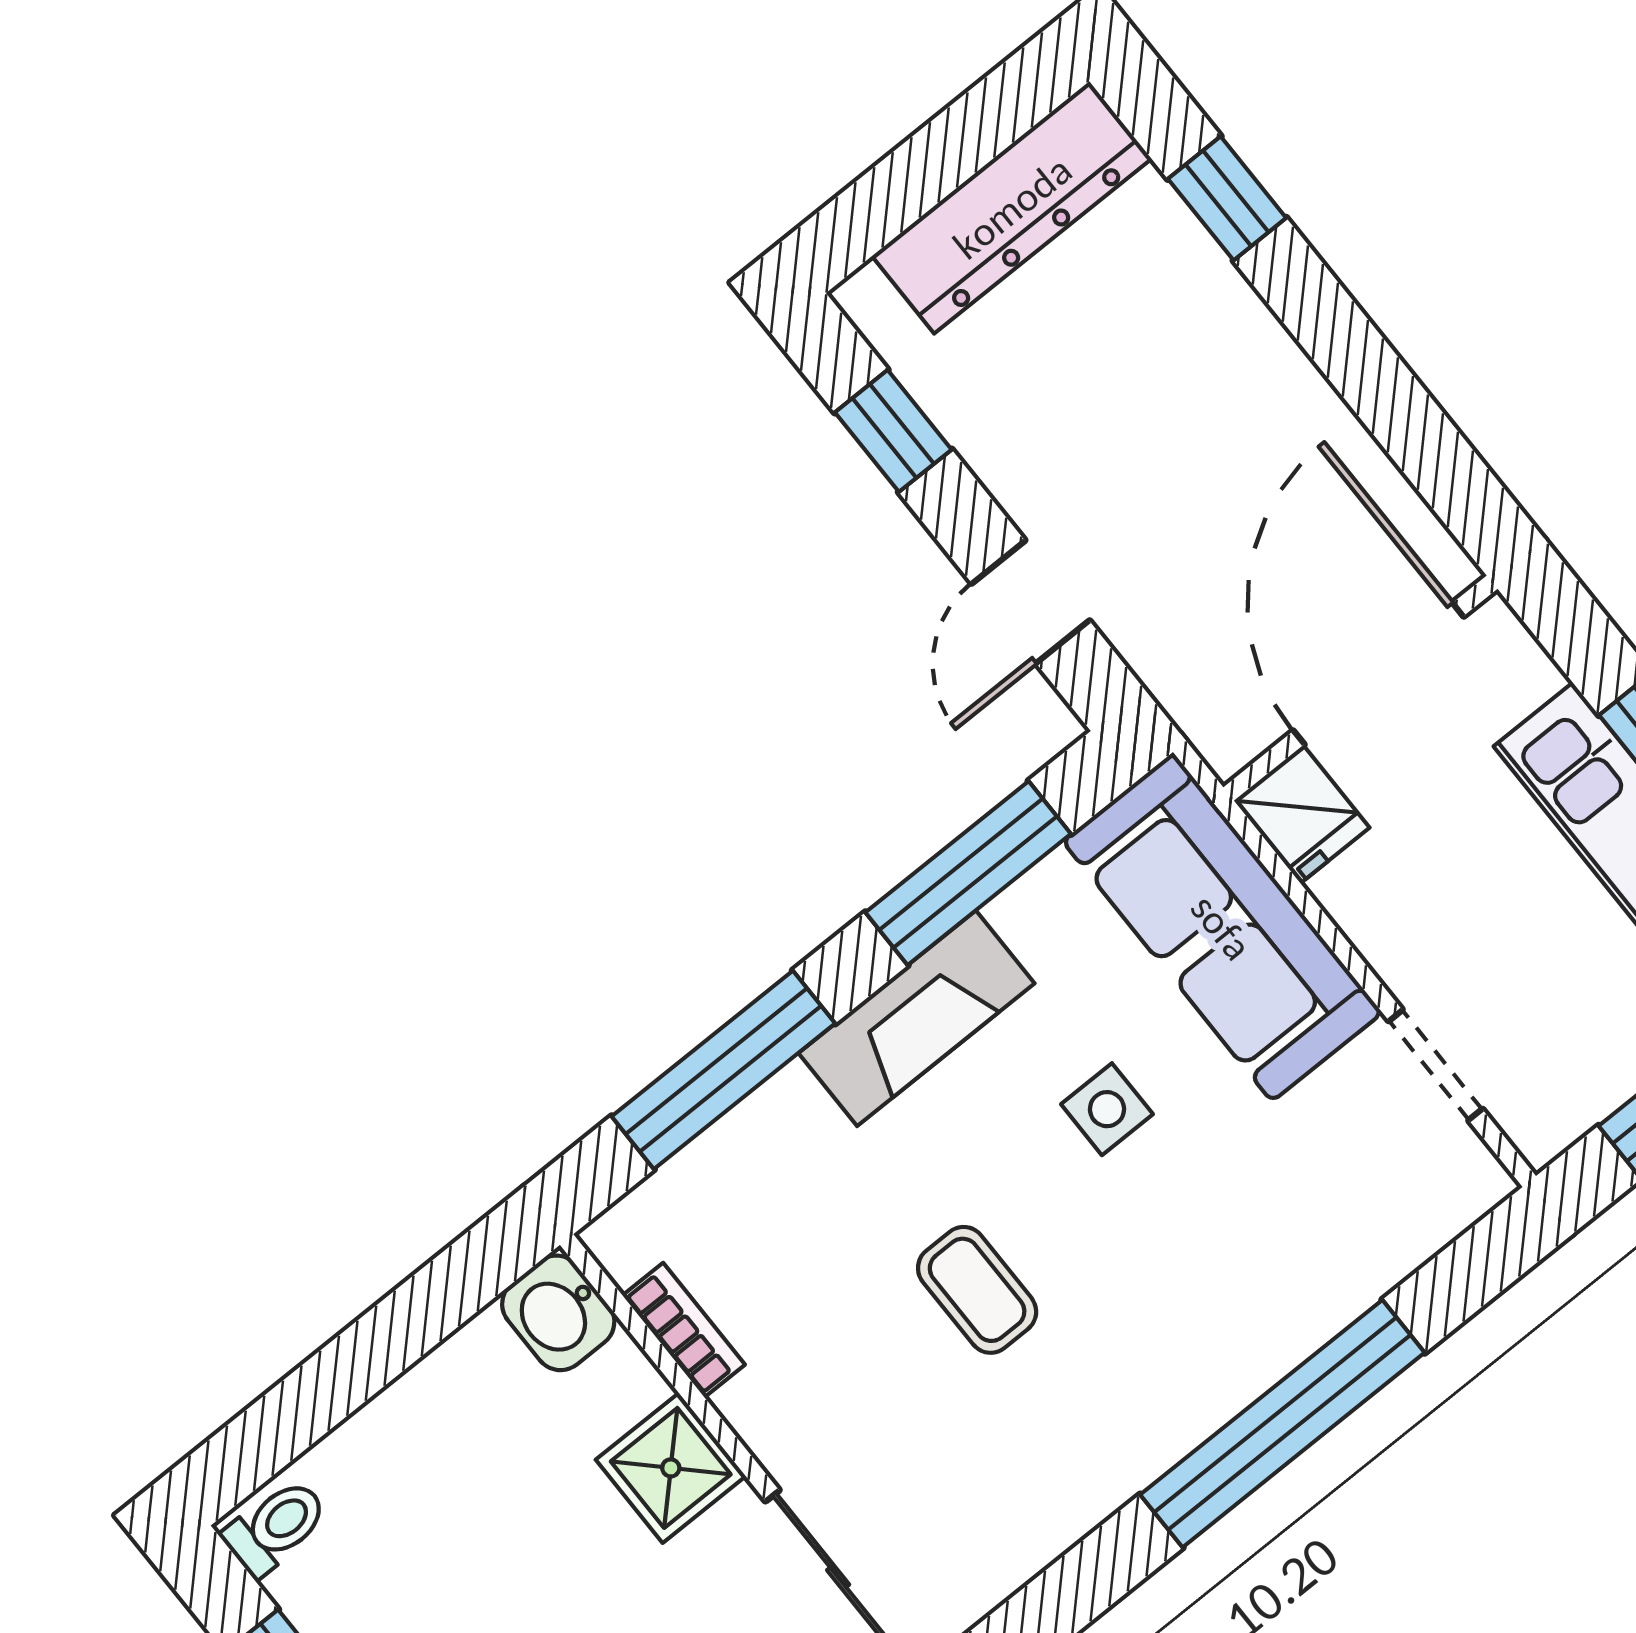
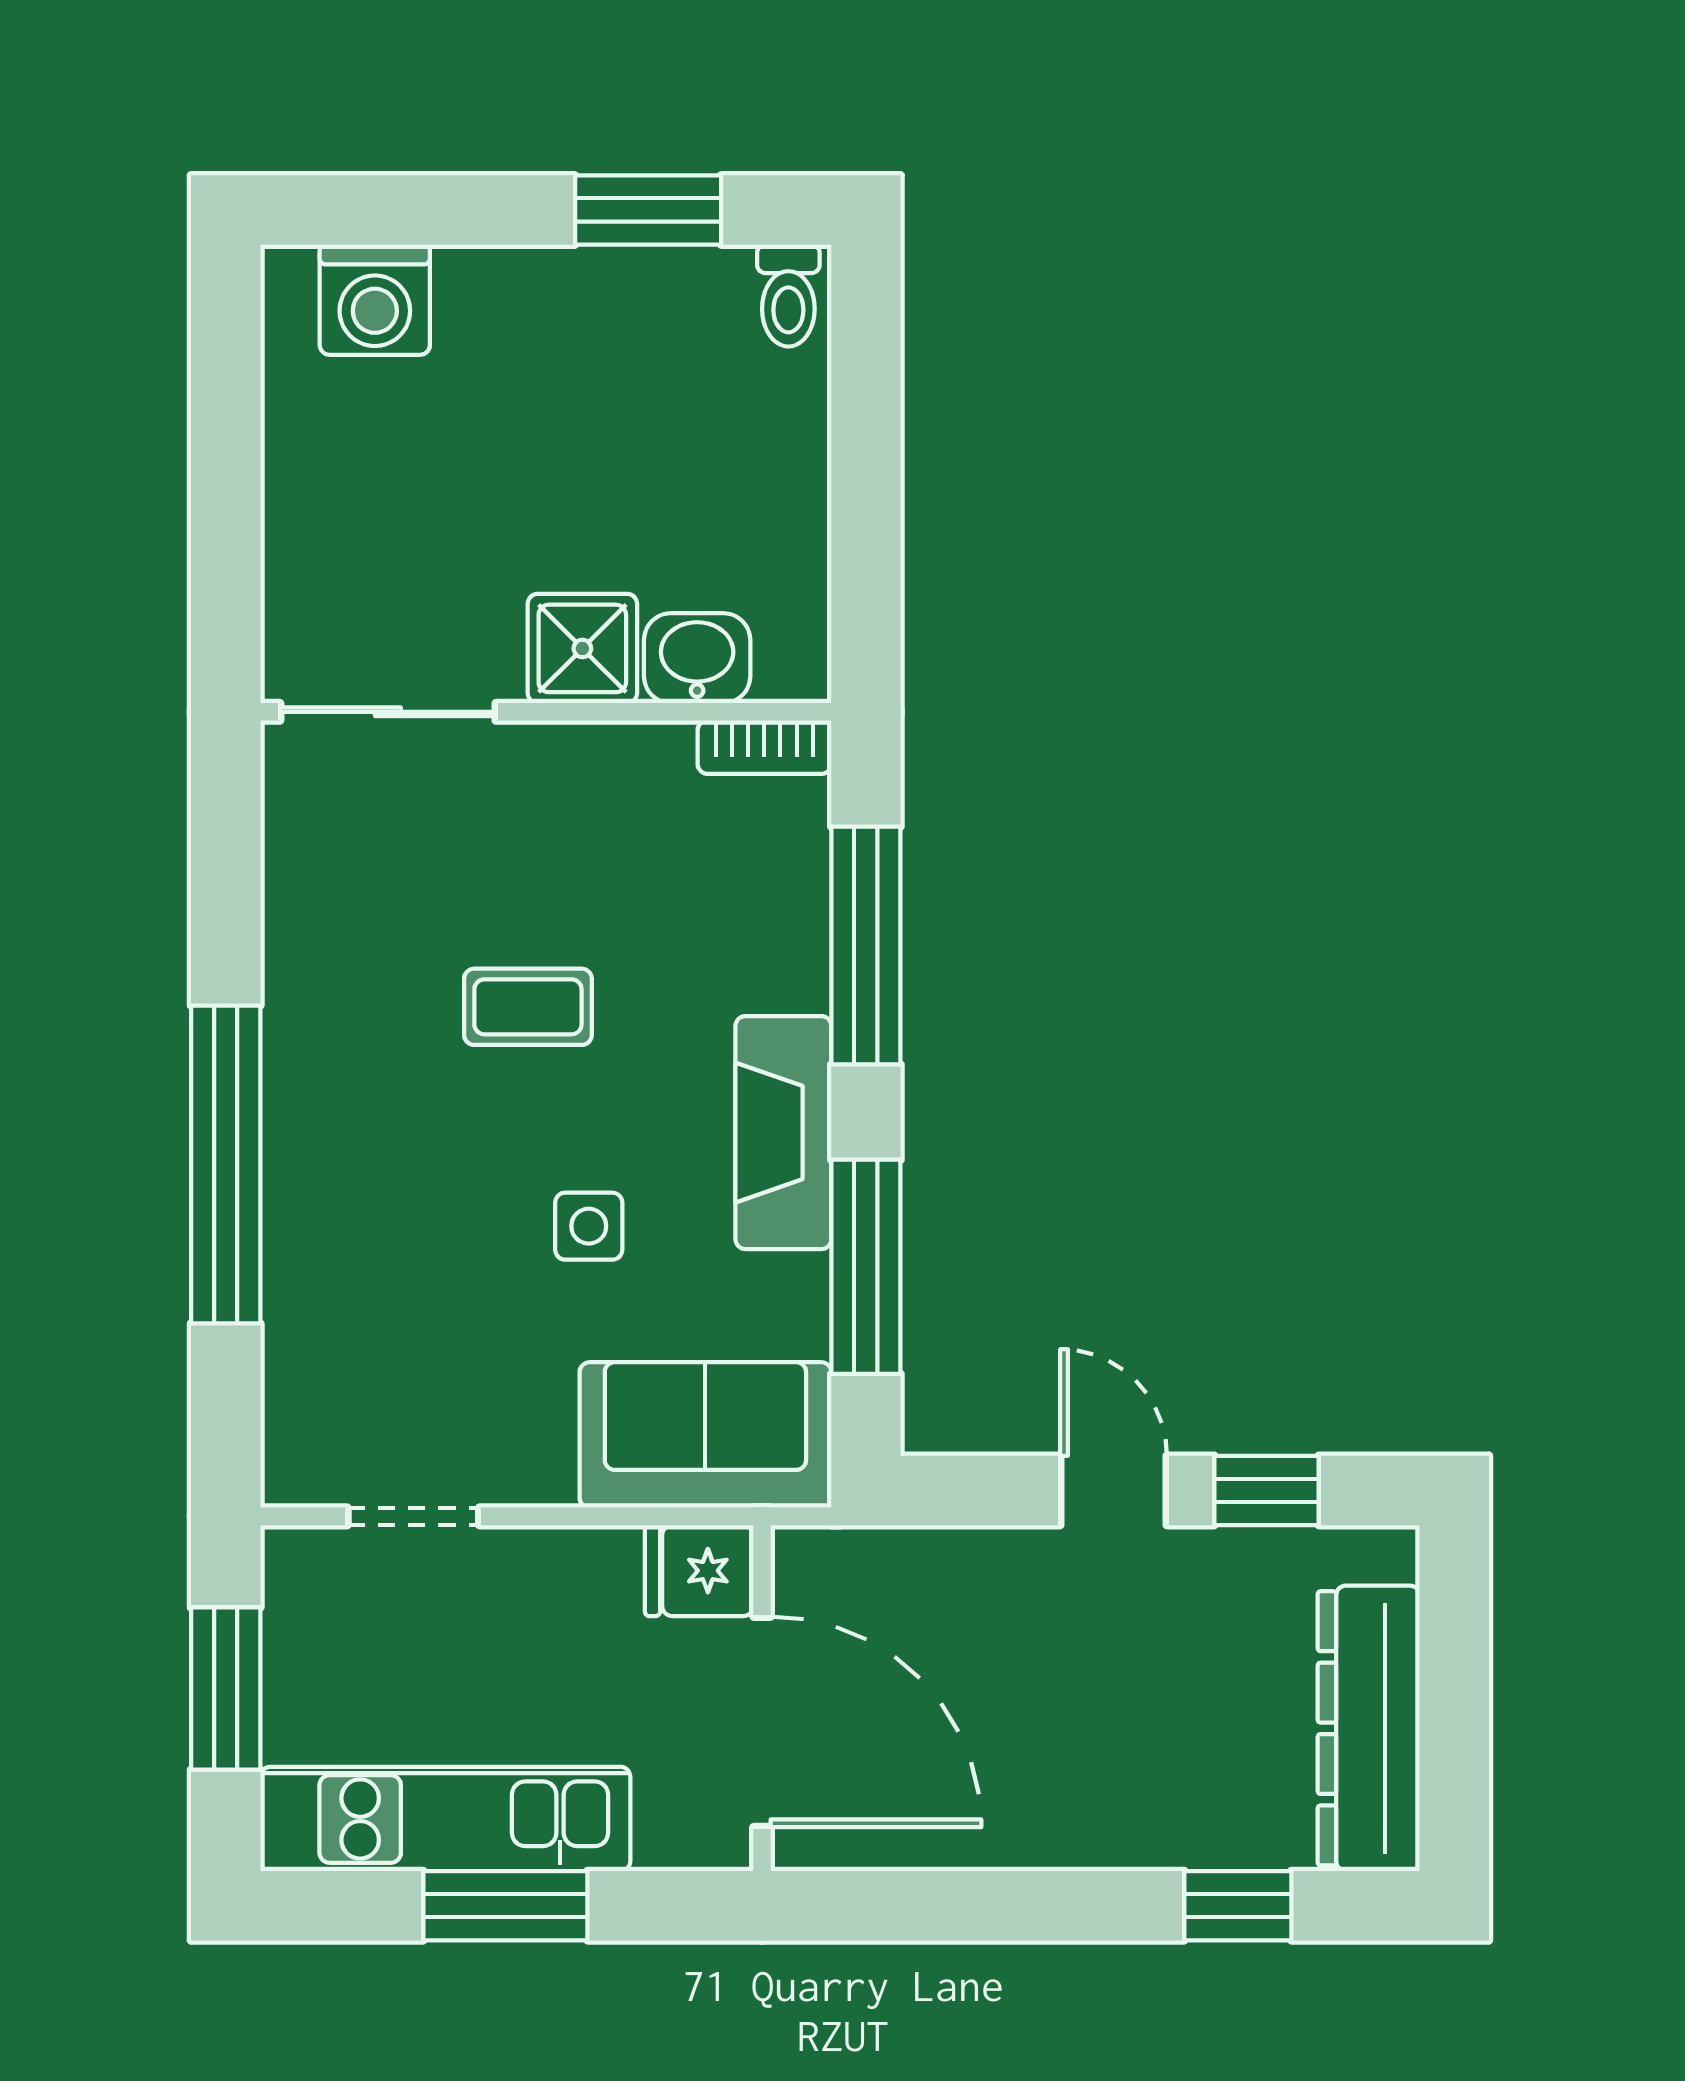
door: (1031, 602) -> (1114, 1490), moved
sofa: (1222, 927) -> (705, 1435), width x0.73
washbasin: (558, 1313) -> (697, 658), moved
bookcase: (684, 1330) -> (764, 747), moved

